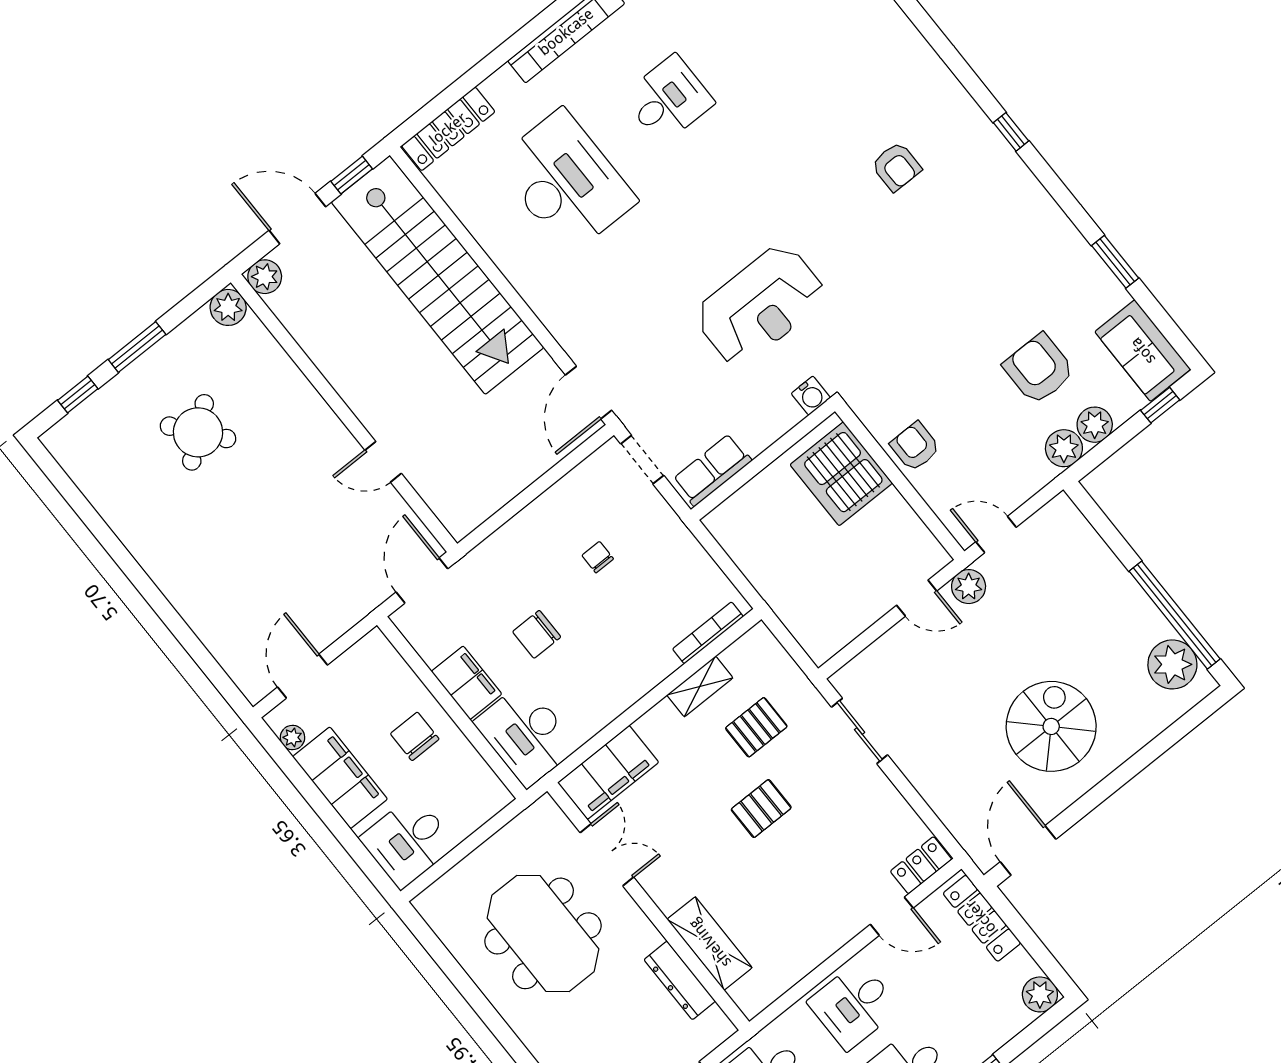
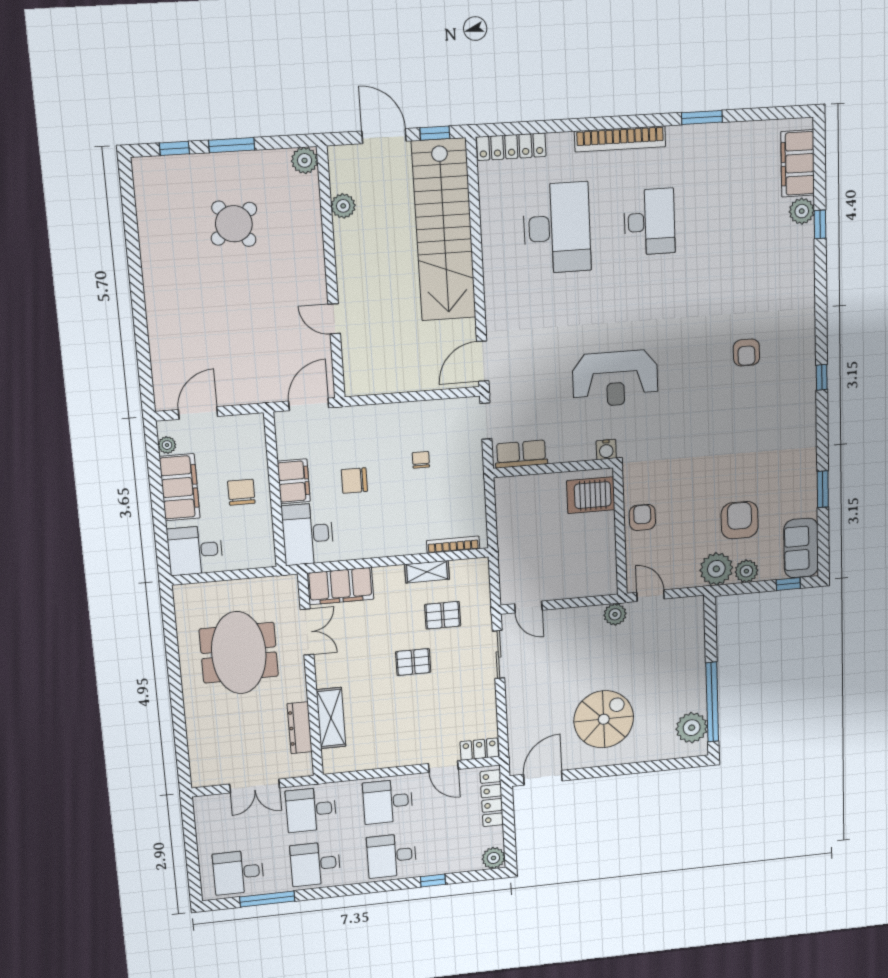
desk: (668, 99) -> (649, 222), width x1.37
plant: (265, 277) -> (343, 206), moved
plant: (1064, 448) -> (716, 569), width x1.36, depth x1.36
server rack: (841, 474) -> (591, 495), width x0.62
door: (917, 598) -> (528, 607), moved

